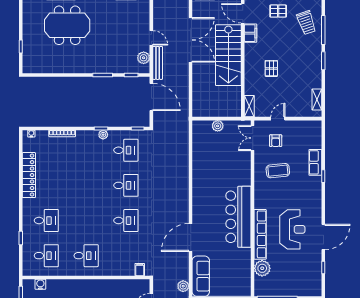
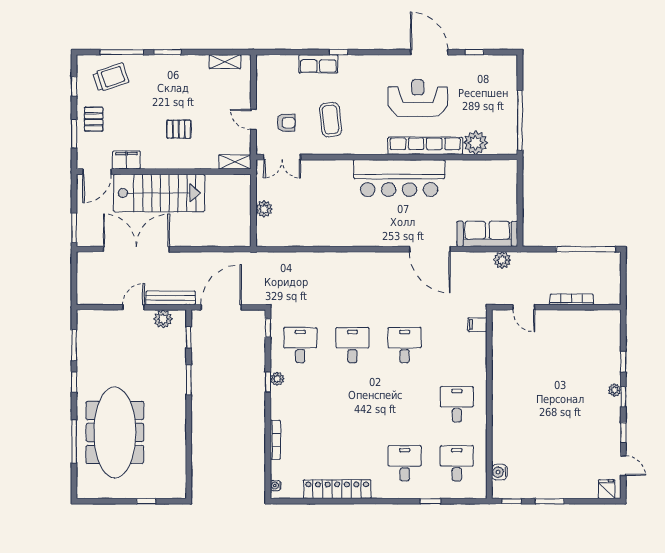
meeting table: (67, 25) -> (115, 432), width x1.36

